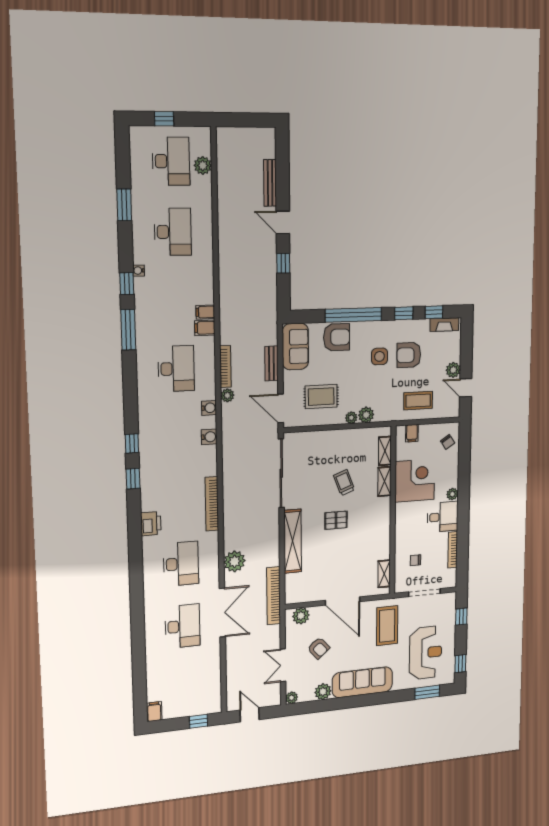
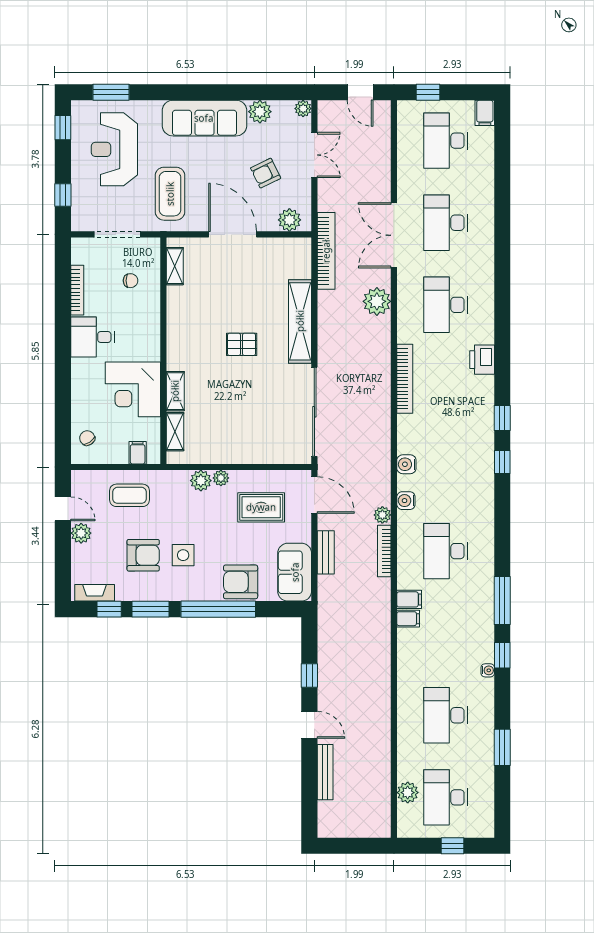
window: (404, 313) -> (151, 609), width x1.50
trolley: (344, 483) -> (231, 394), removed
plant: (452, 494) -> (79, 367), removed
armchair: (319, 648) -> (266, 173), turned -75
desk: (184, 687) -> (446, 141), added

